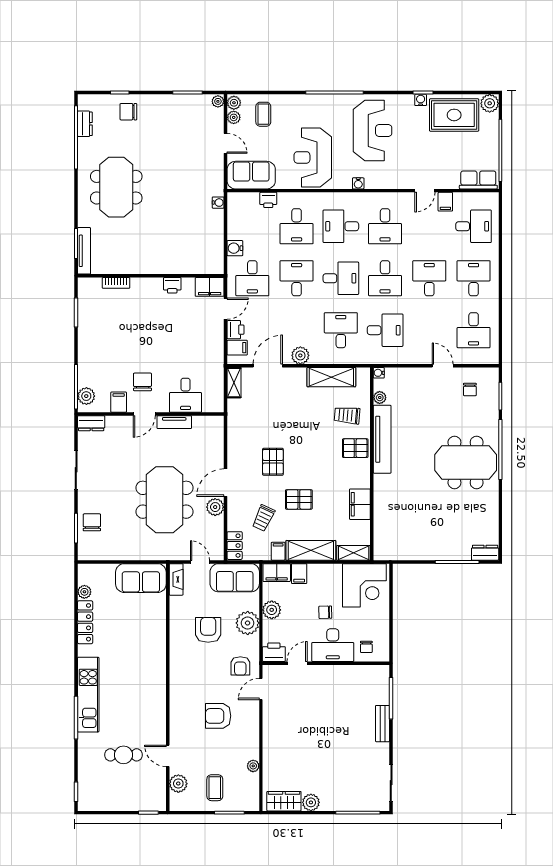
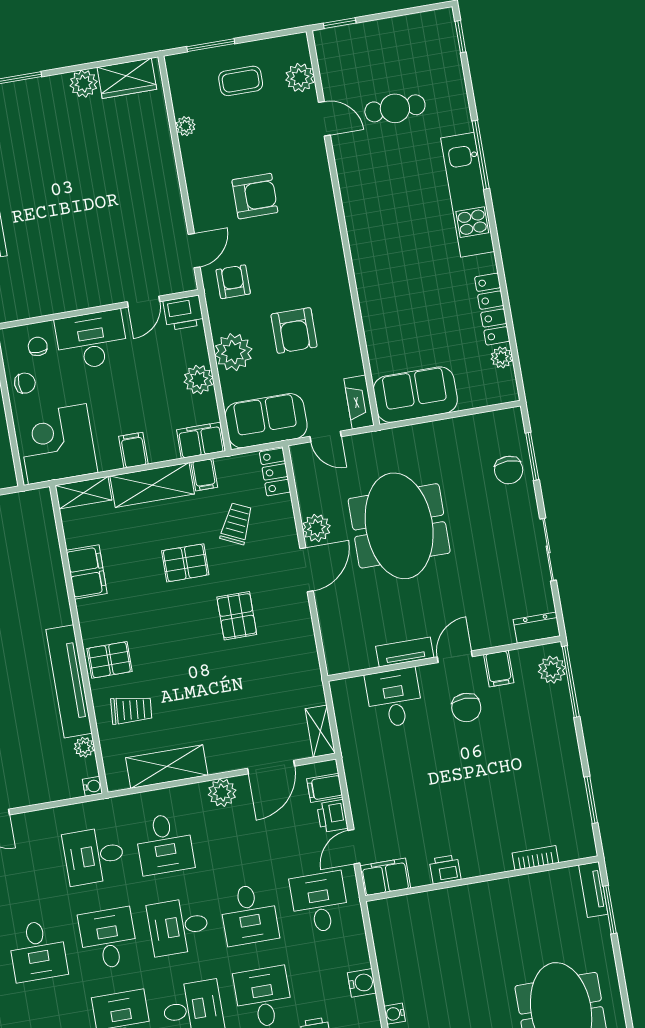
water cooler: (235, 248) -> (362, 983), moved
tv unit: (84, 251) -> (593, 890), width x0.71
filing cabinet: (299, 574) -> (133, 450), moved
chair: (325, 612) -> (25, 383), moved
coffee table: (215, 788) -> (241, 81), turned 90

